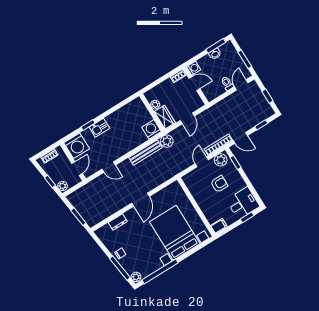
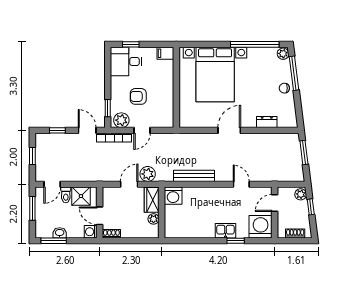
shower: (216, 89) -> (81, 196), added
plant: (167, 141) -> (148, 174), moved

